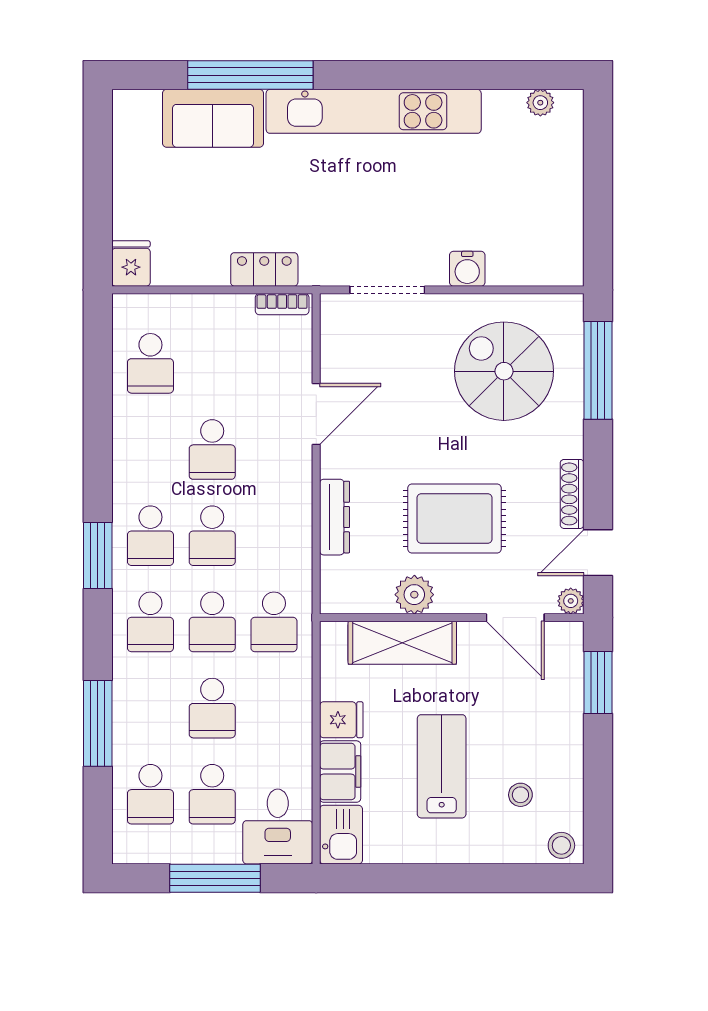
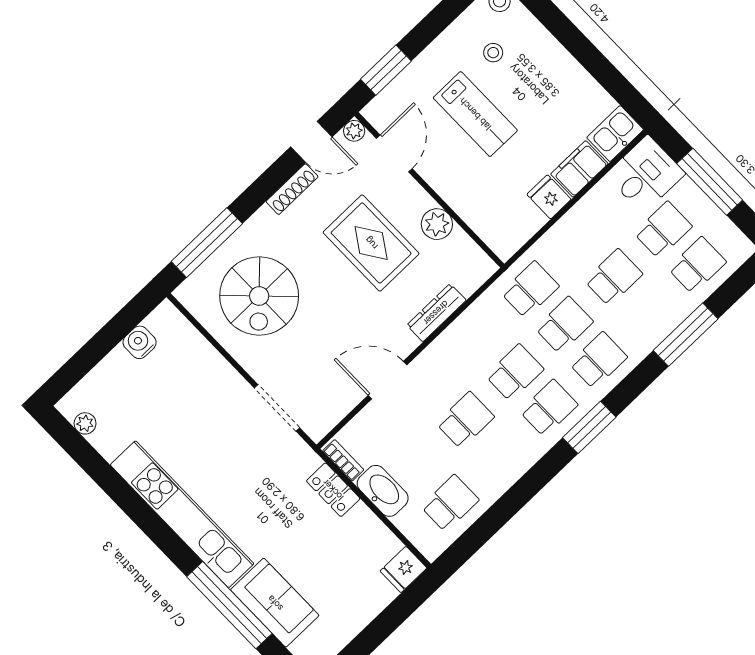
water cooler: (467, 269) -> (140, 342), moved, turned -90
washbasin: (220, 313) -> (383, 491), added
shelving: (402, 643) -> (471, 204), removed
lab bench: (442, 766) -> (475, 114), moved, turned -90

